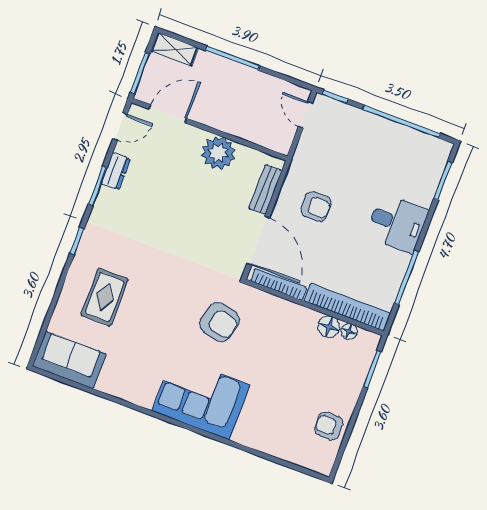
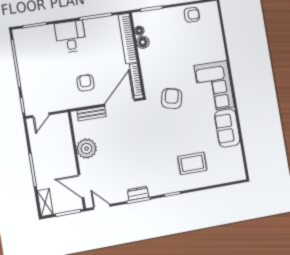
dresser: (116, 171) -> (138, 193), moved
sofa: (69, 360) -> (227, 128), moved
armchair: (329, 426) -> (192, 15), turned -90

